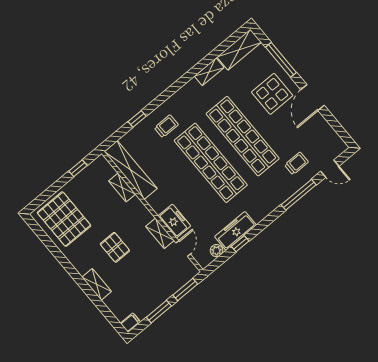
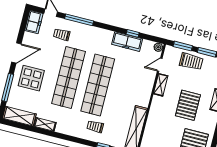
shelving: (122, 187) -> (150, 126), removed
freezer: (174, 221) -> (34, 22), moved, turned 180
pallet: (115, 247) -> (188, 105), width x1.50, depth x1.42
plant: (217, 251) -> (158, 47), moved
trolley: (161, 287) -> (191, 61), added

